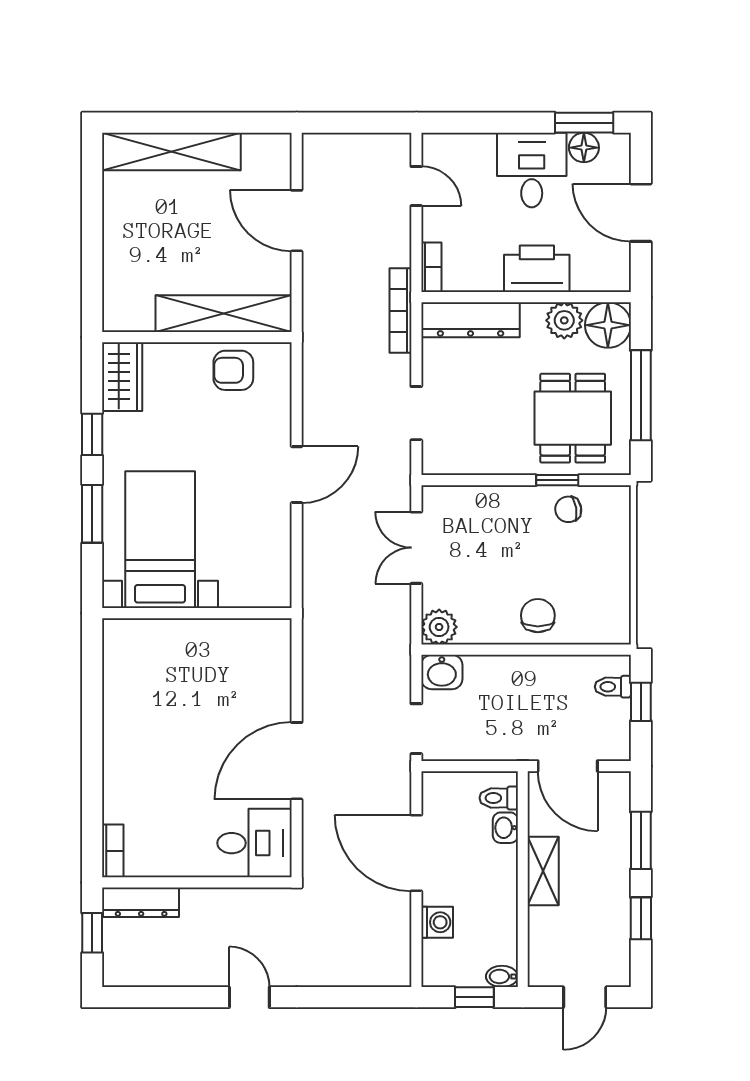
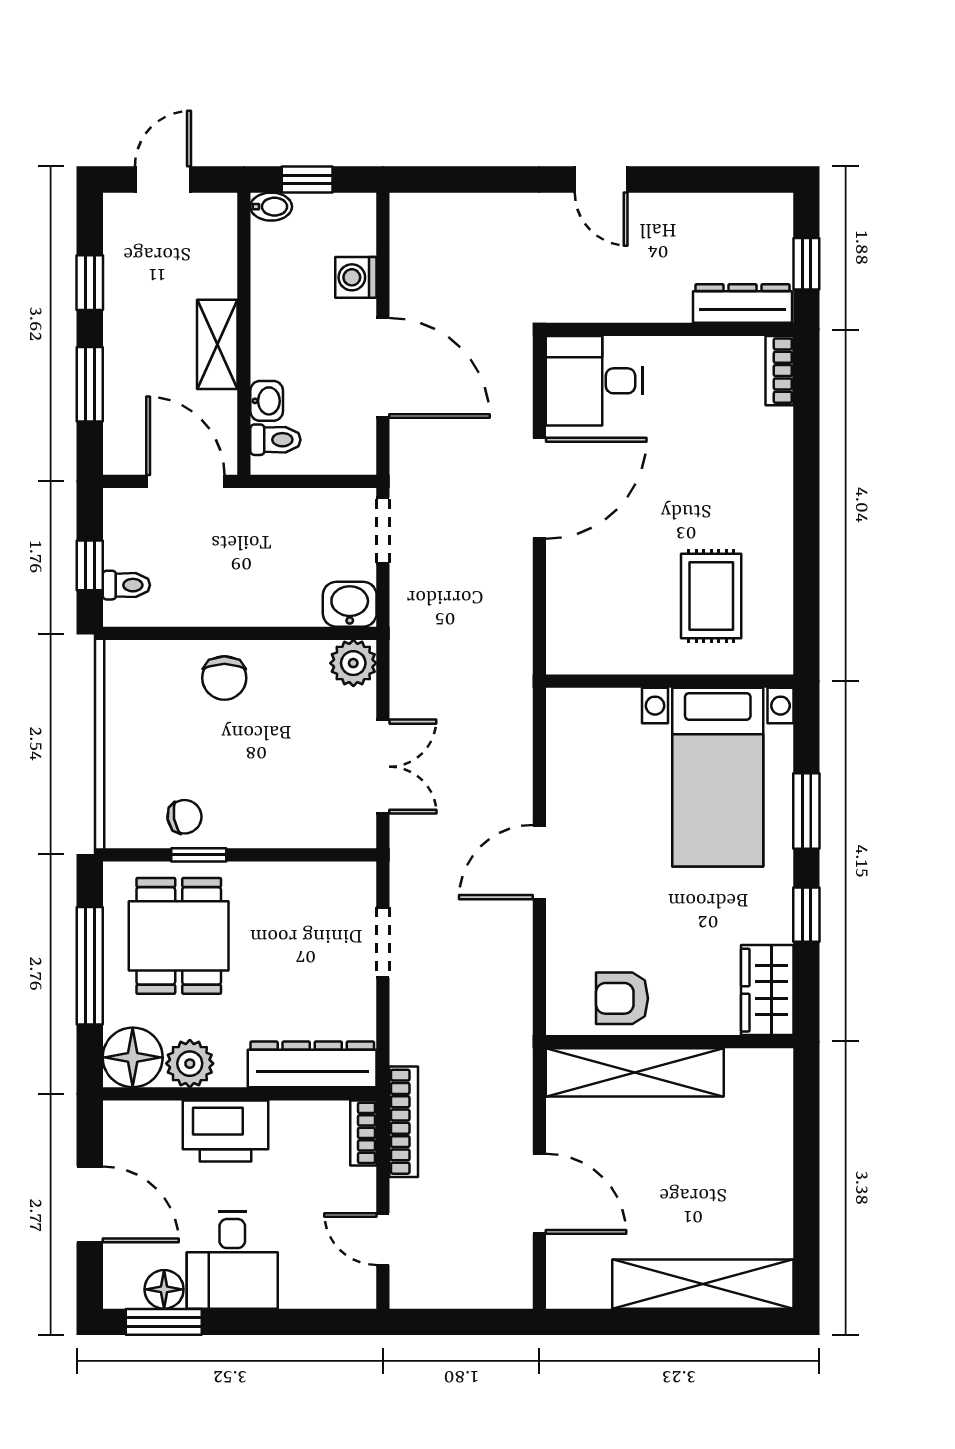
bookcase: (401, 311) -> (404, 1122), moved
armchair: (233, 370) -> (622, 998), turned 180
rug: (165, 678) -> (711, 596), added

